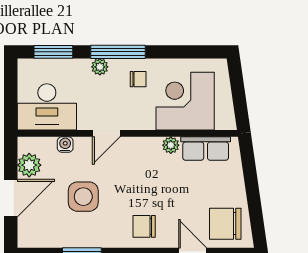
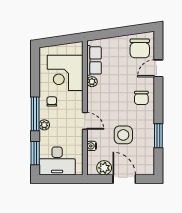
desk: (47, 107) -> (57, 161), moved, turned 90

